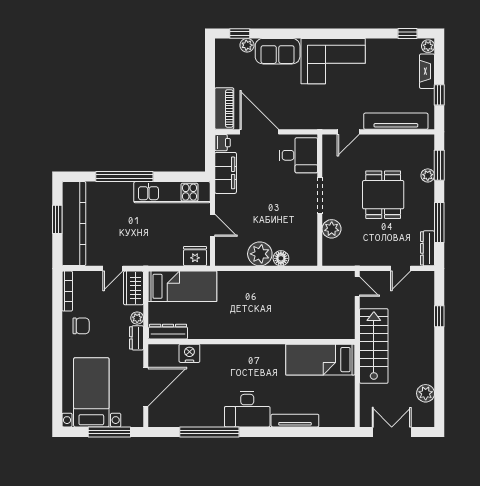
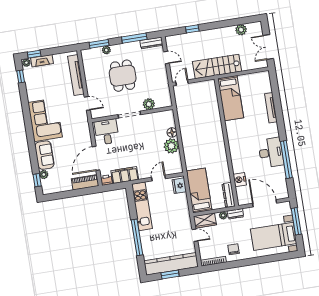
window: (439, 95) -> (34, 54), moved
dining table: (383, 195) -> (123, 76), turned 90
desk: (247, 409) -> (271, 153), moved

